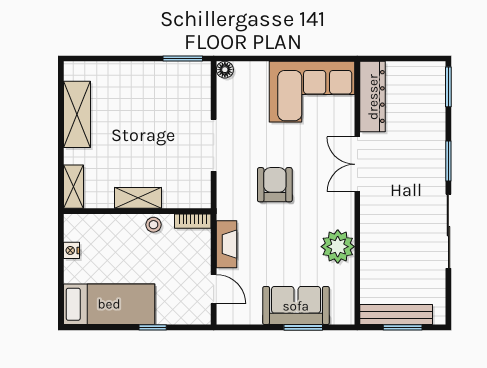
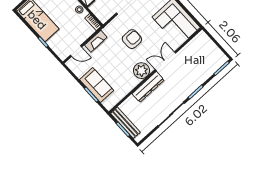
dresser: (373, 97) -> (148, 87), moved
plant: (338, 247) -> (141, 71), moved
door: (214, 289) -> (76, 51), hinge flipped

